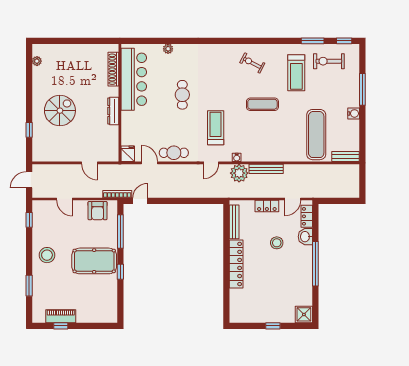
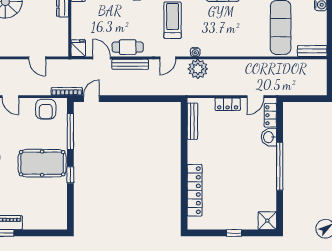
bench: (266, 169) -> (130, 64), moved
stool: (277, 243) -> (238, 144), removed
locker: (236, 264) -> (195, 190), moved

